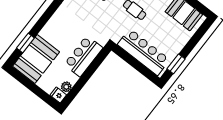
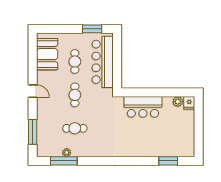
cafe table: (161, 30) -> (75, 61), added
booth: (36, 59) -> (174, 143), removed

